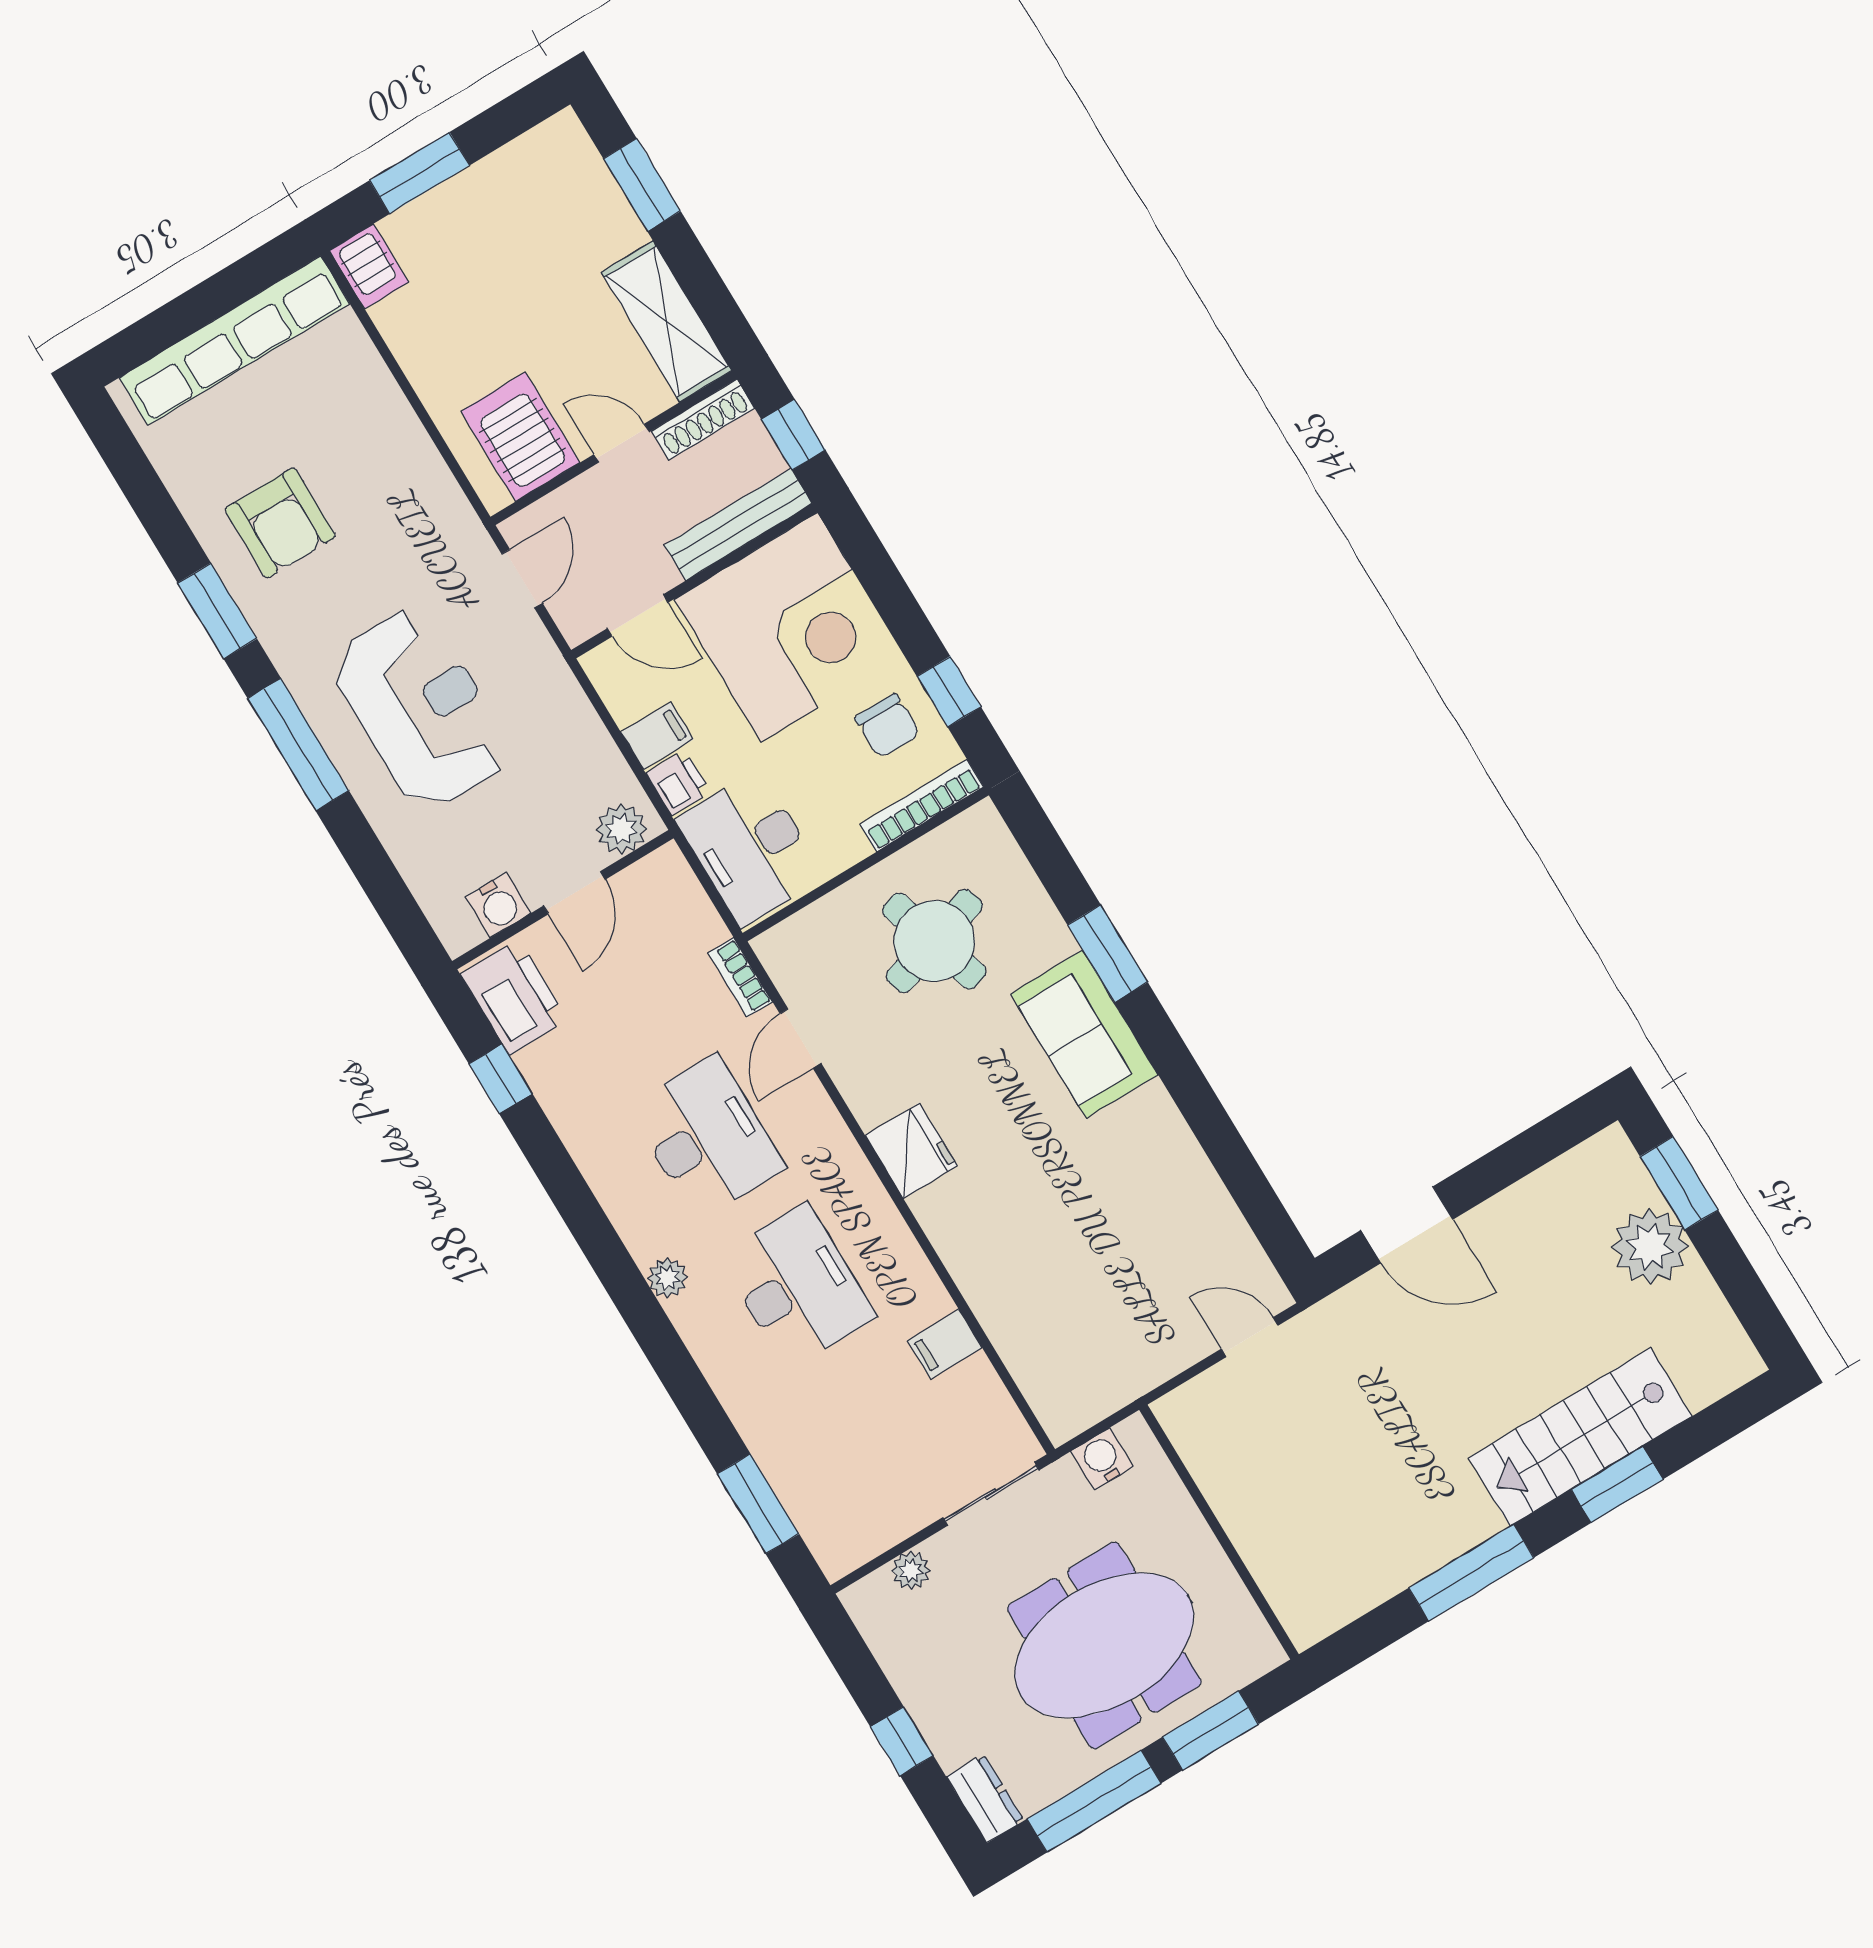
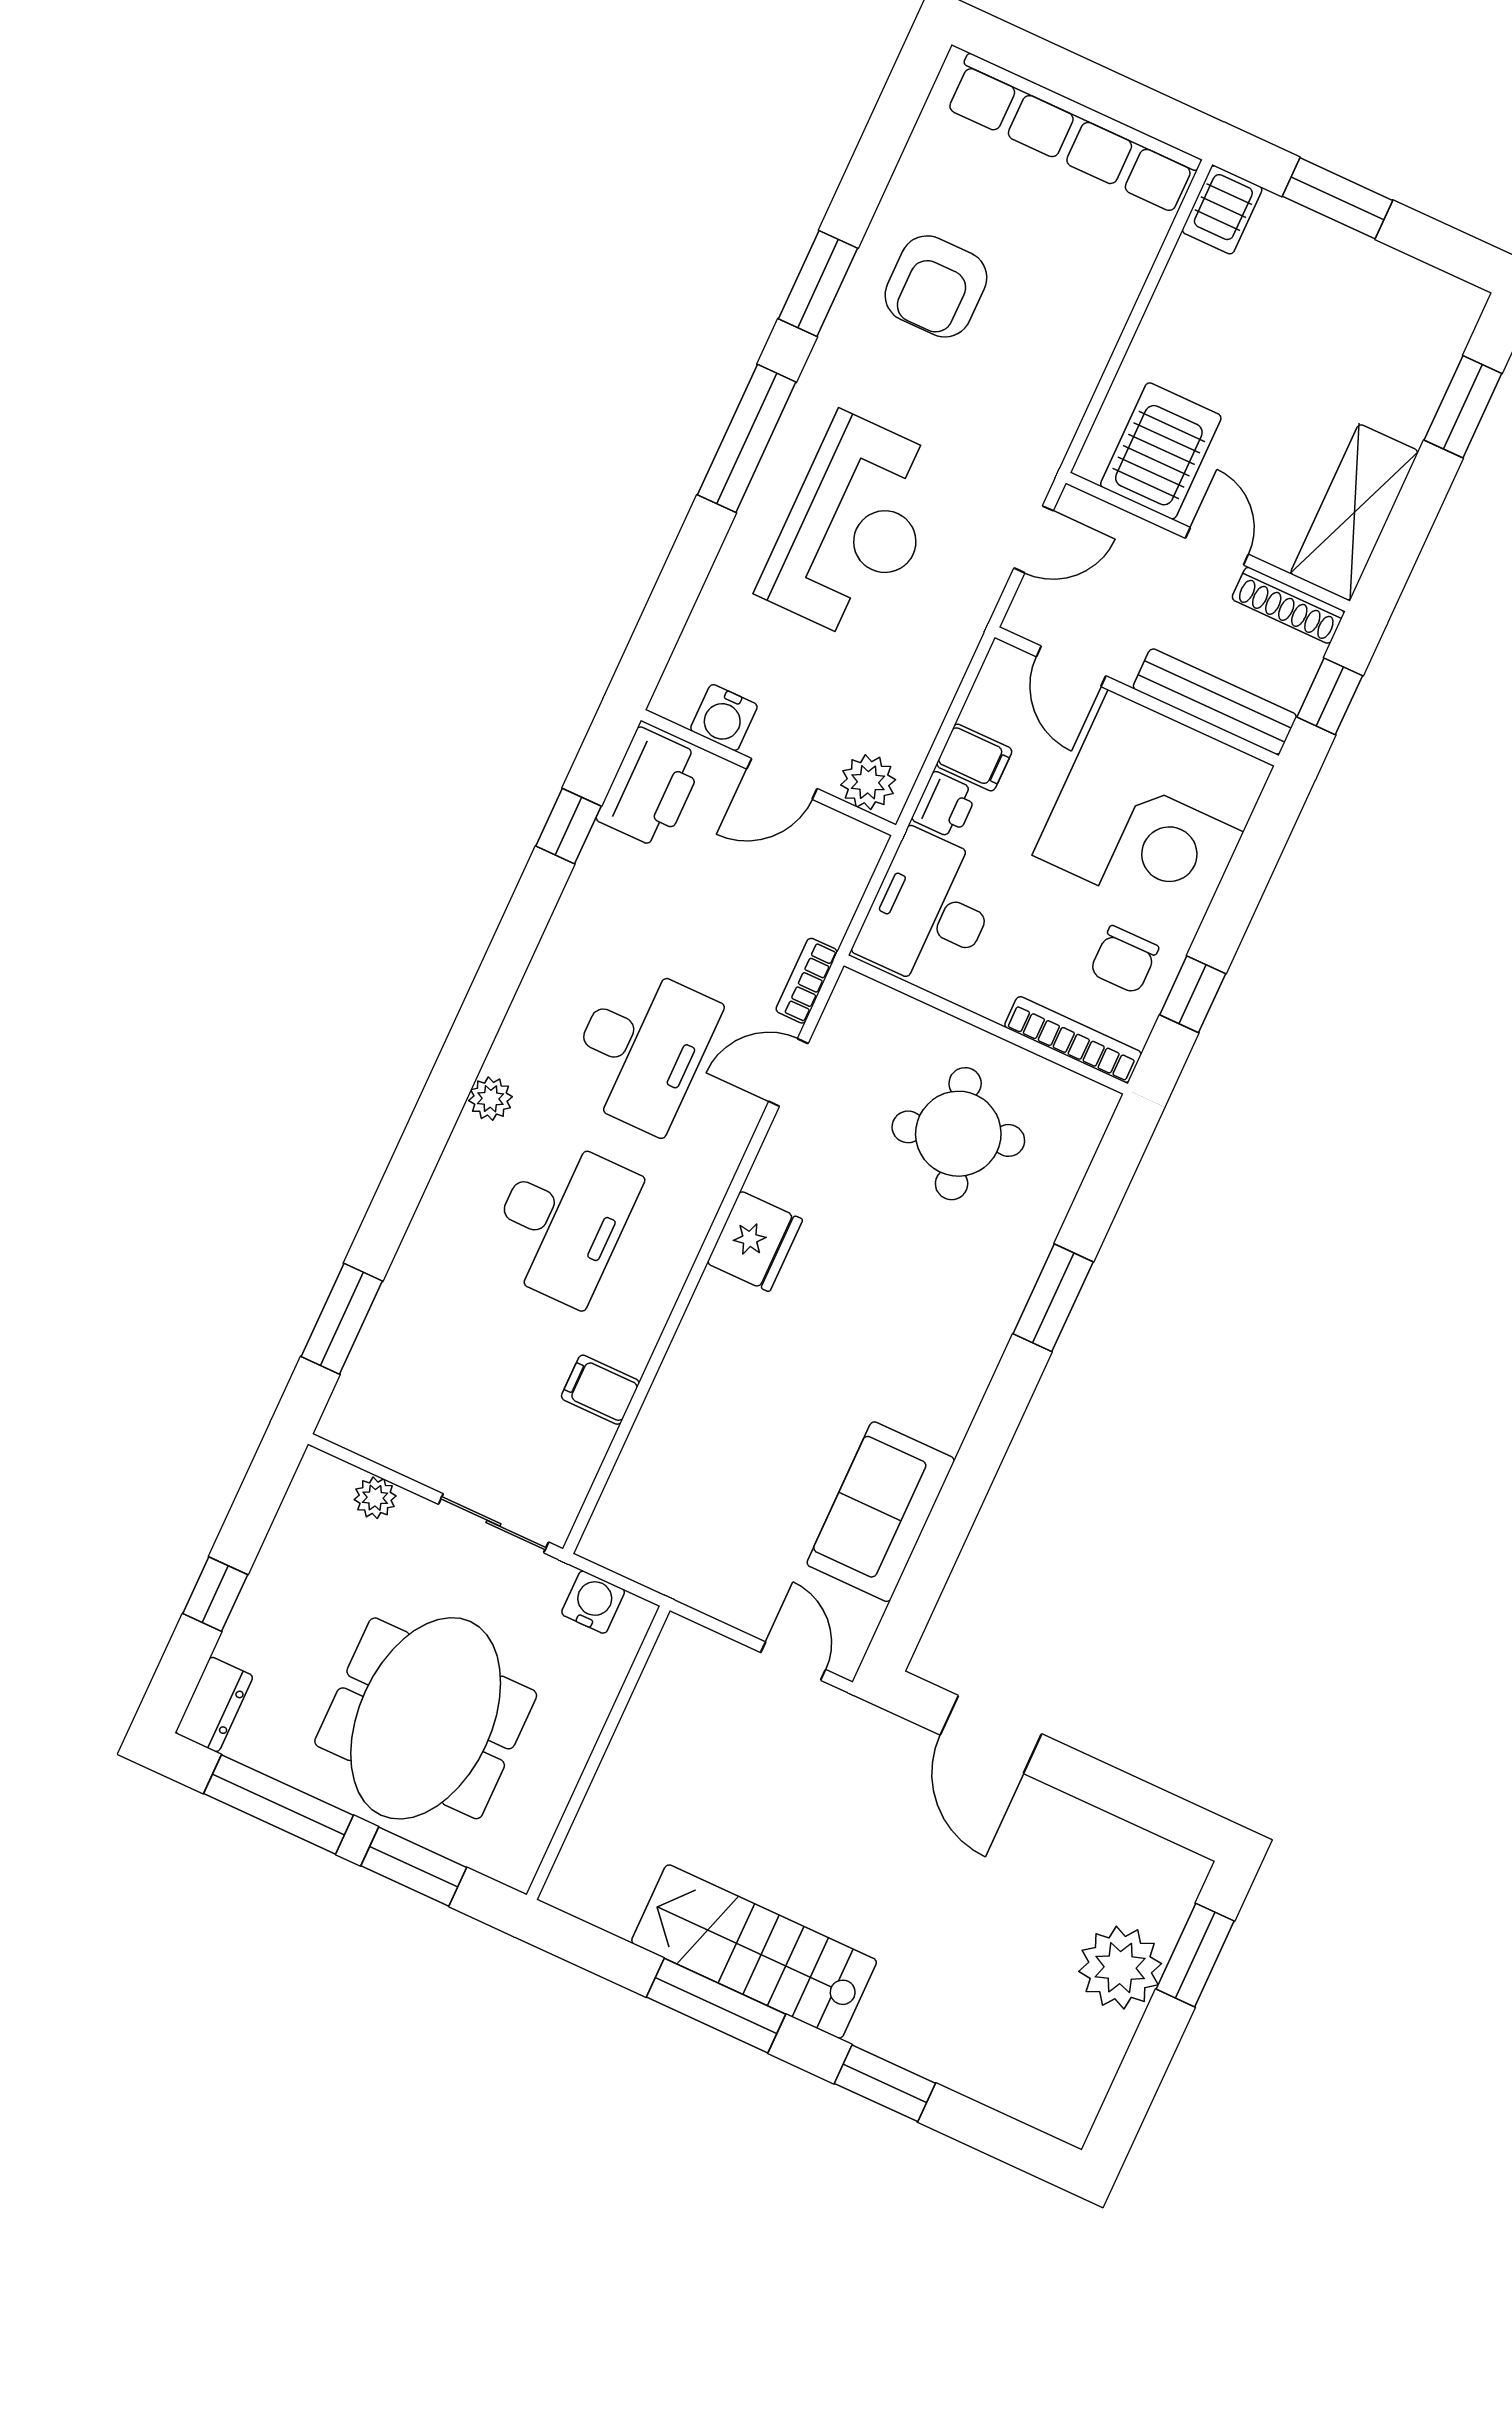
sofa: (1084, 1034) -> (881, 1512), moved
stairs: (1580, 1437) -> (754, 1952), moved
meeting table: (1104, 1645) -> (426, 1718), turned 90

